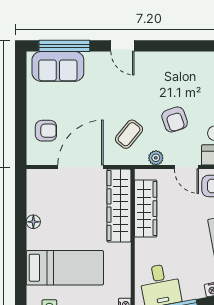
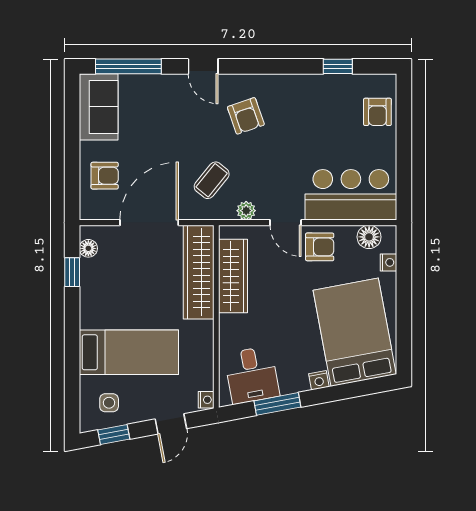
sofa: (58, 66) -> (99, 107), moved, turned -90
armchair: (175, 119) -> (246, 116), moved
window: (21, 205) -> (72, 272), added
floor lamp: (33, 222) -> (88, 248), moved

